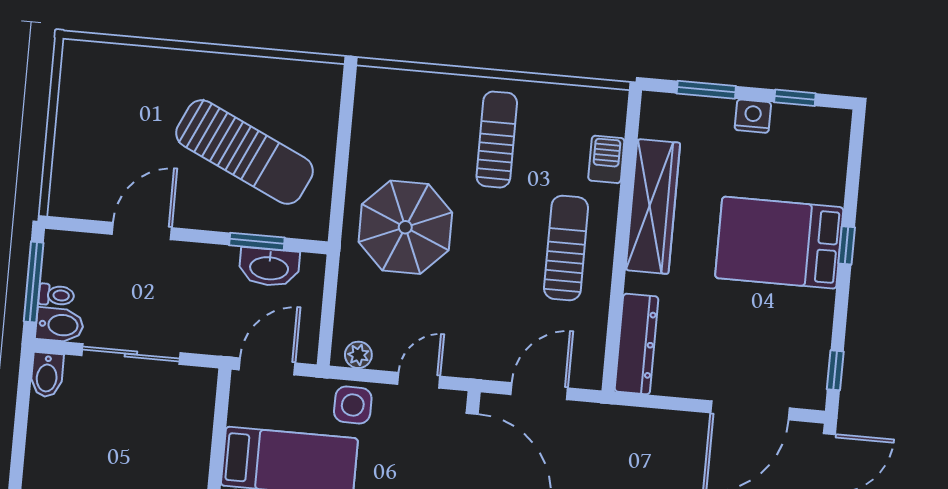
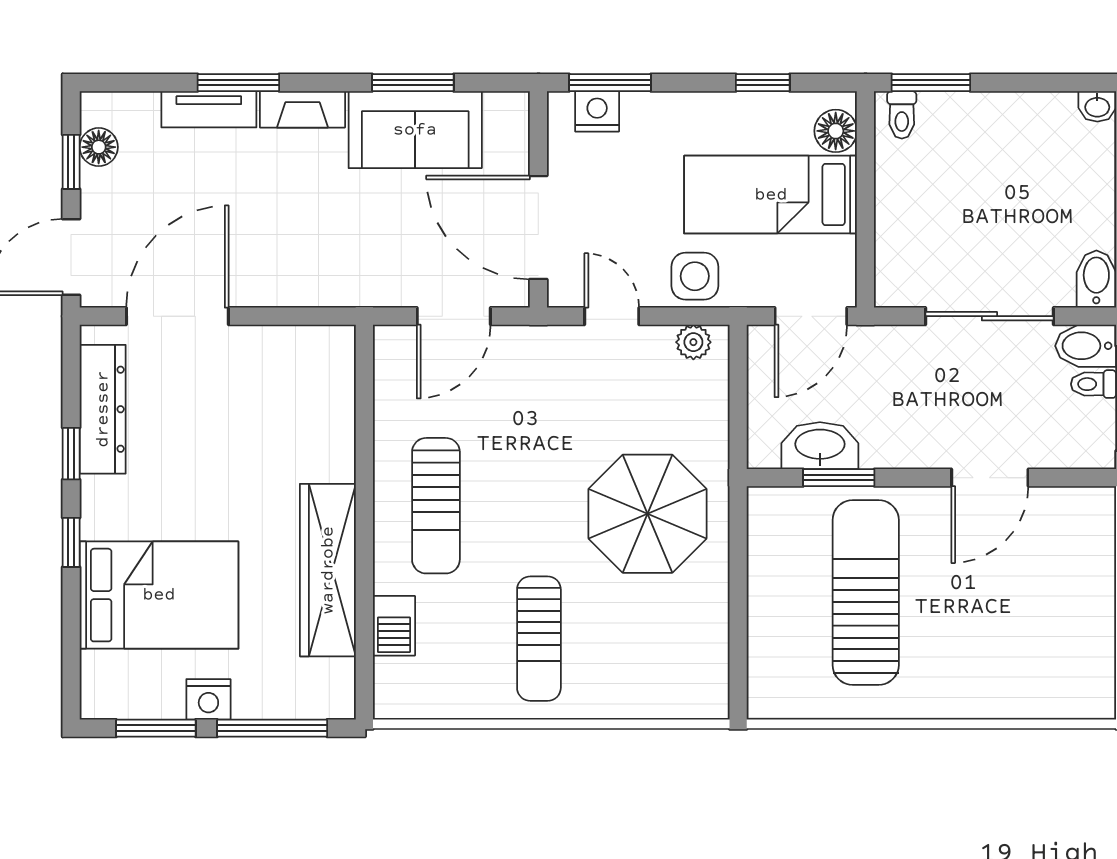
window: (706, 90) -> (272, 728), width x1.44
window: (795, 98) -> (156, 728), width x1.50
sun lounger: (244, 152) -> (866, 593), turned 65
bed: (779, 243) -> (159, 595), moved
dresser: (637, 344) -> (103, 409), moved, turned 180
window: (835, 370) -> (71, 454), moved
door: (419, 380) -> (612, 316), swing flipped

